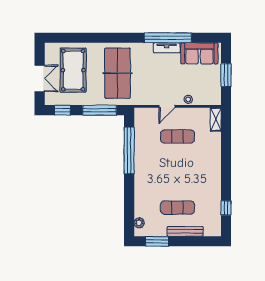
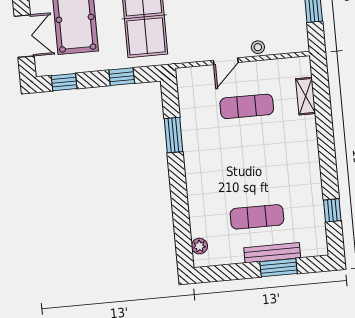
window: (100, 110) -> (122, 77), width x0.46
shelving: (216, 119) -> (306, 96), moved
window: (129, 150) -> (173, 135), width x0.47
window: (157, 241) -> (279, 268), moved

